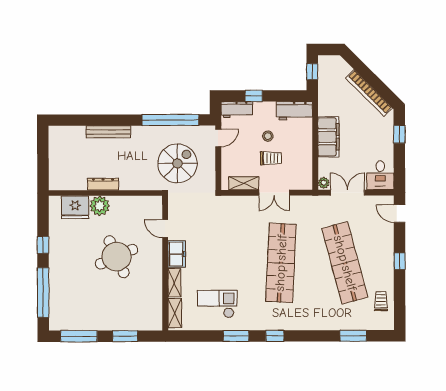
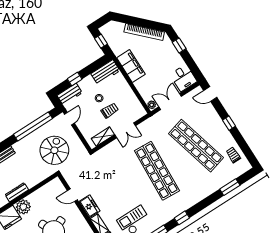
filing cabinet: (328, 137) -> (131, 66), moved

